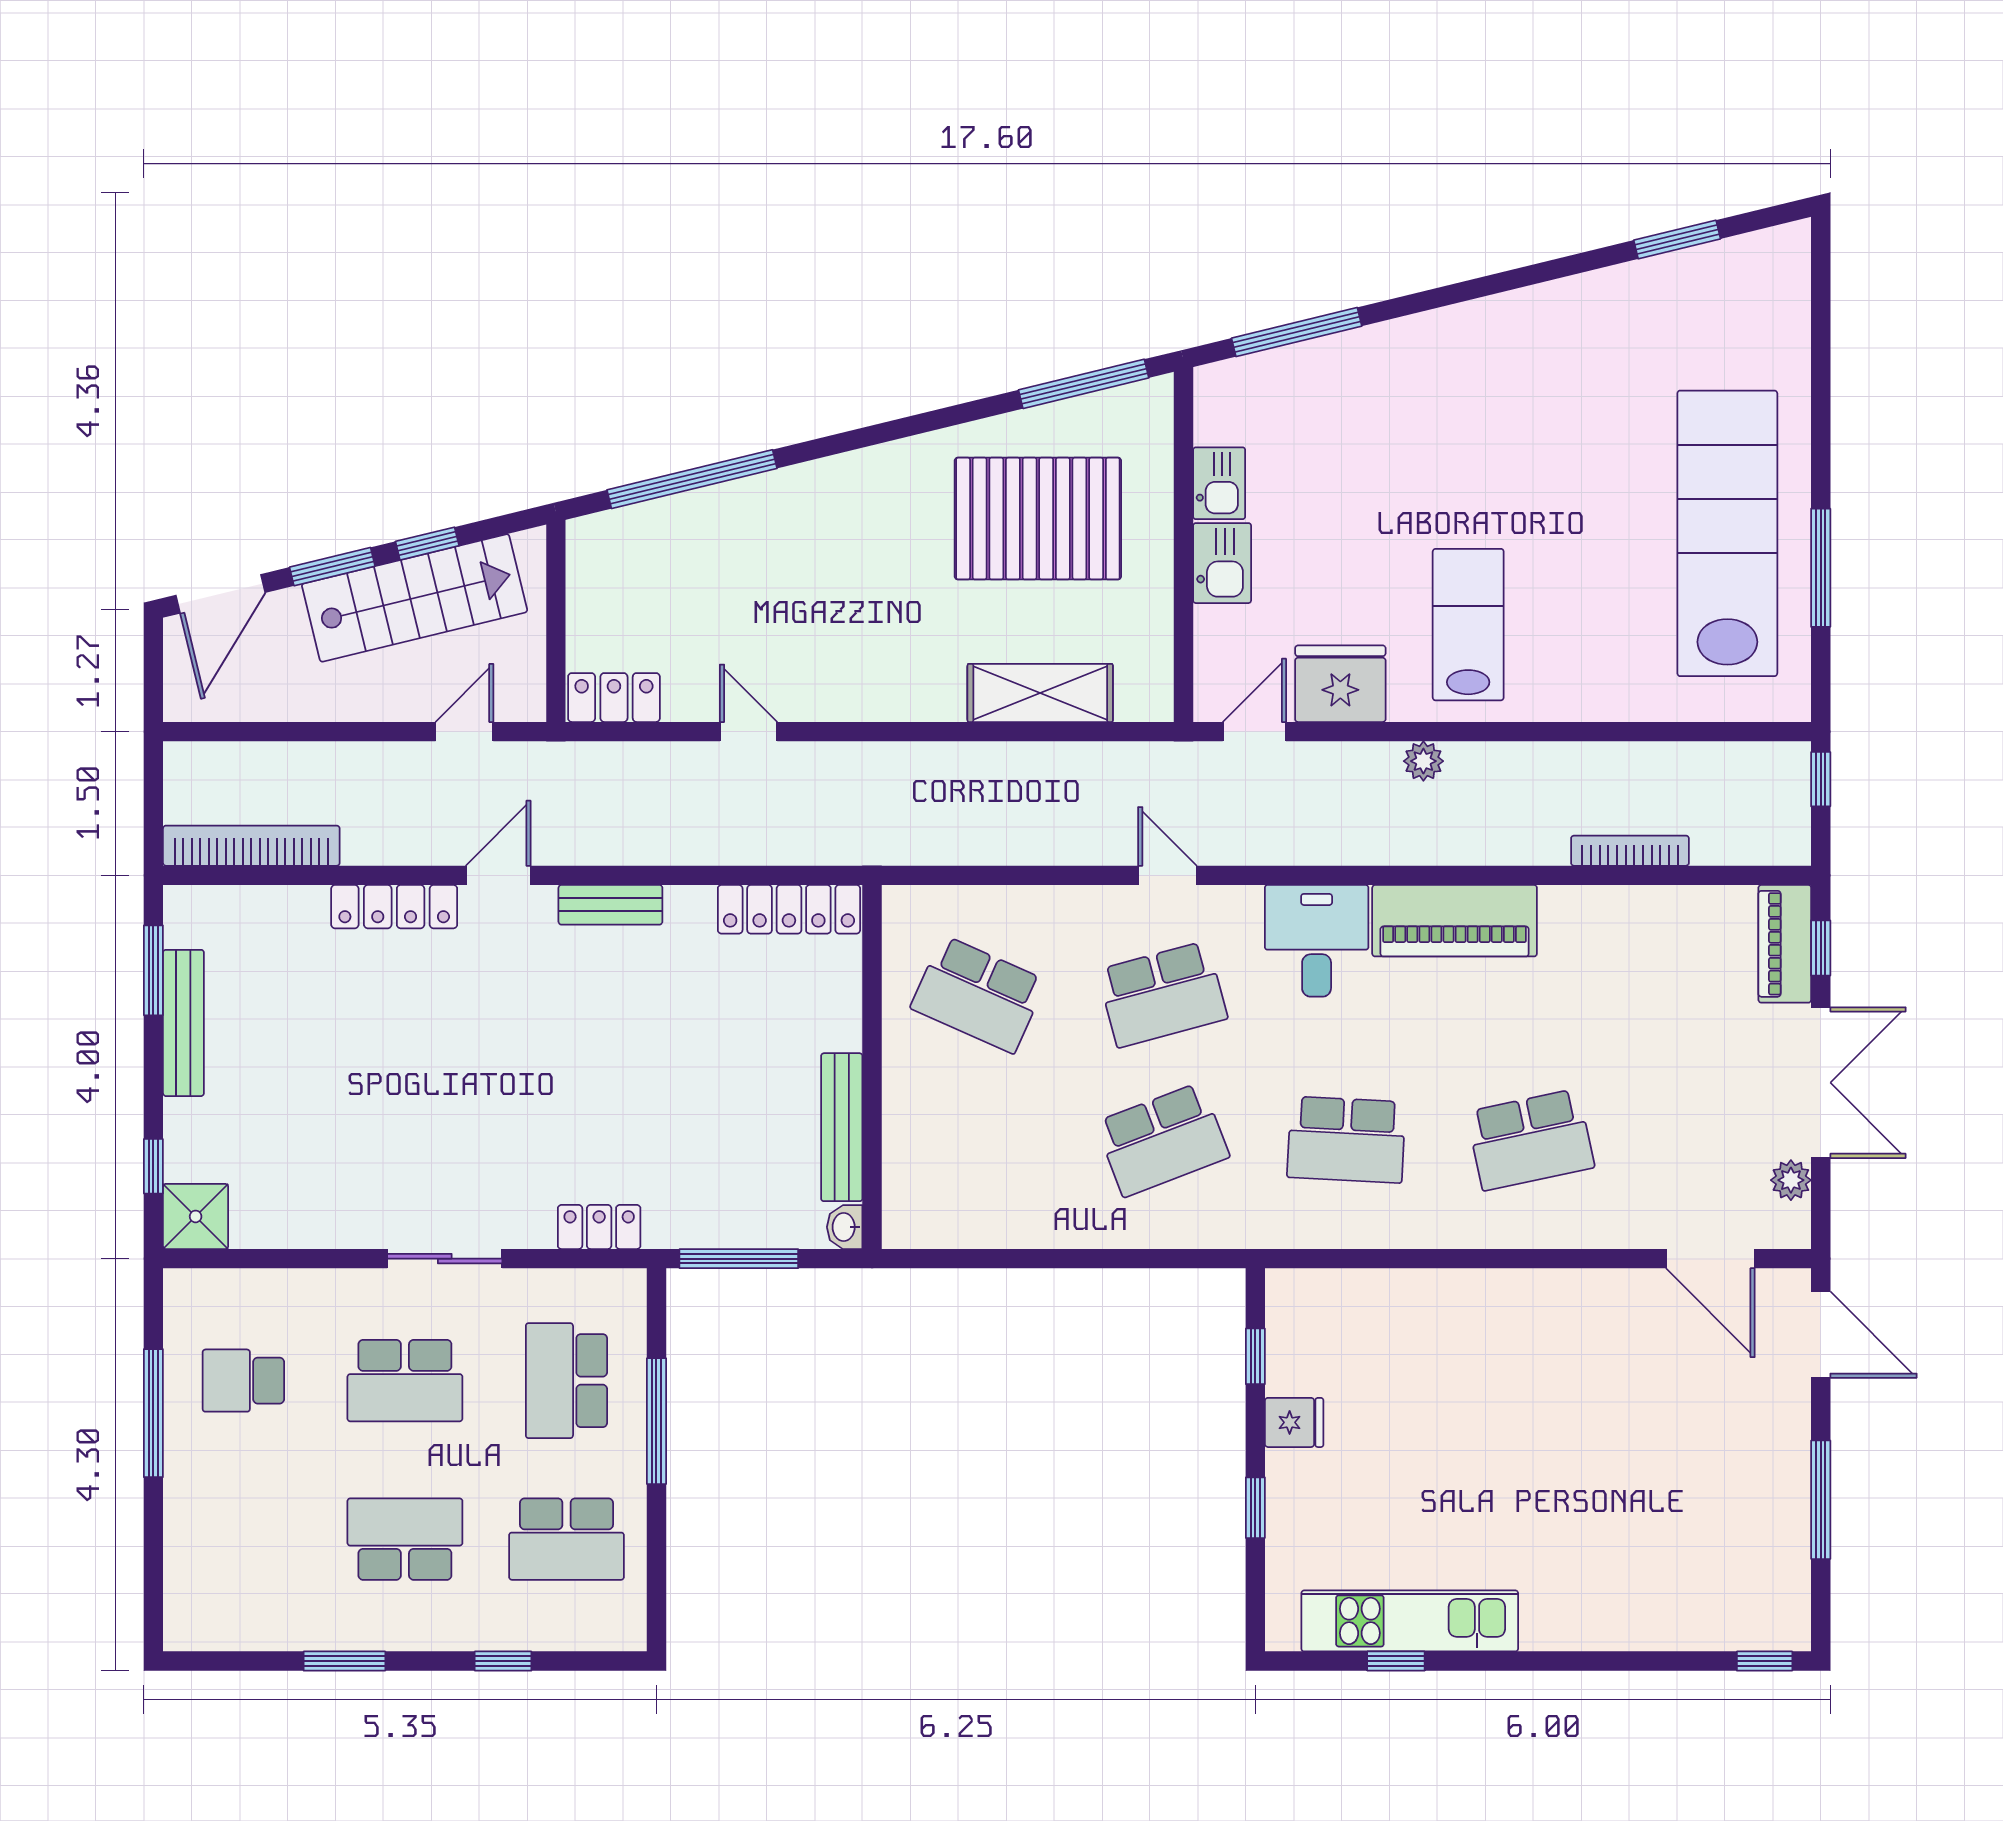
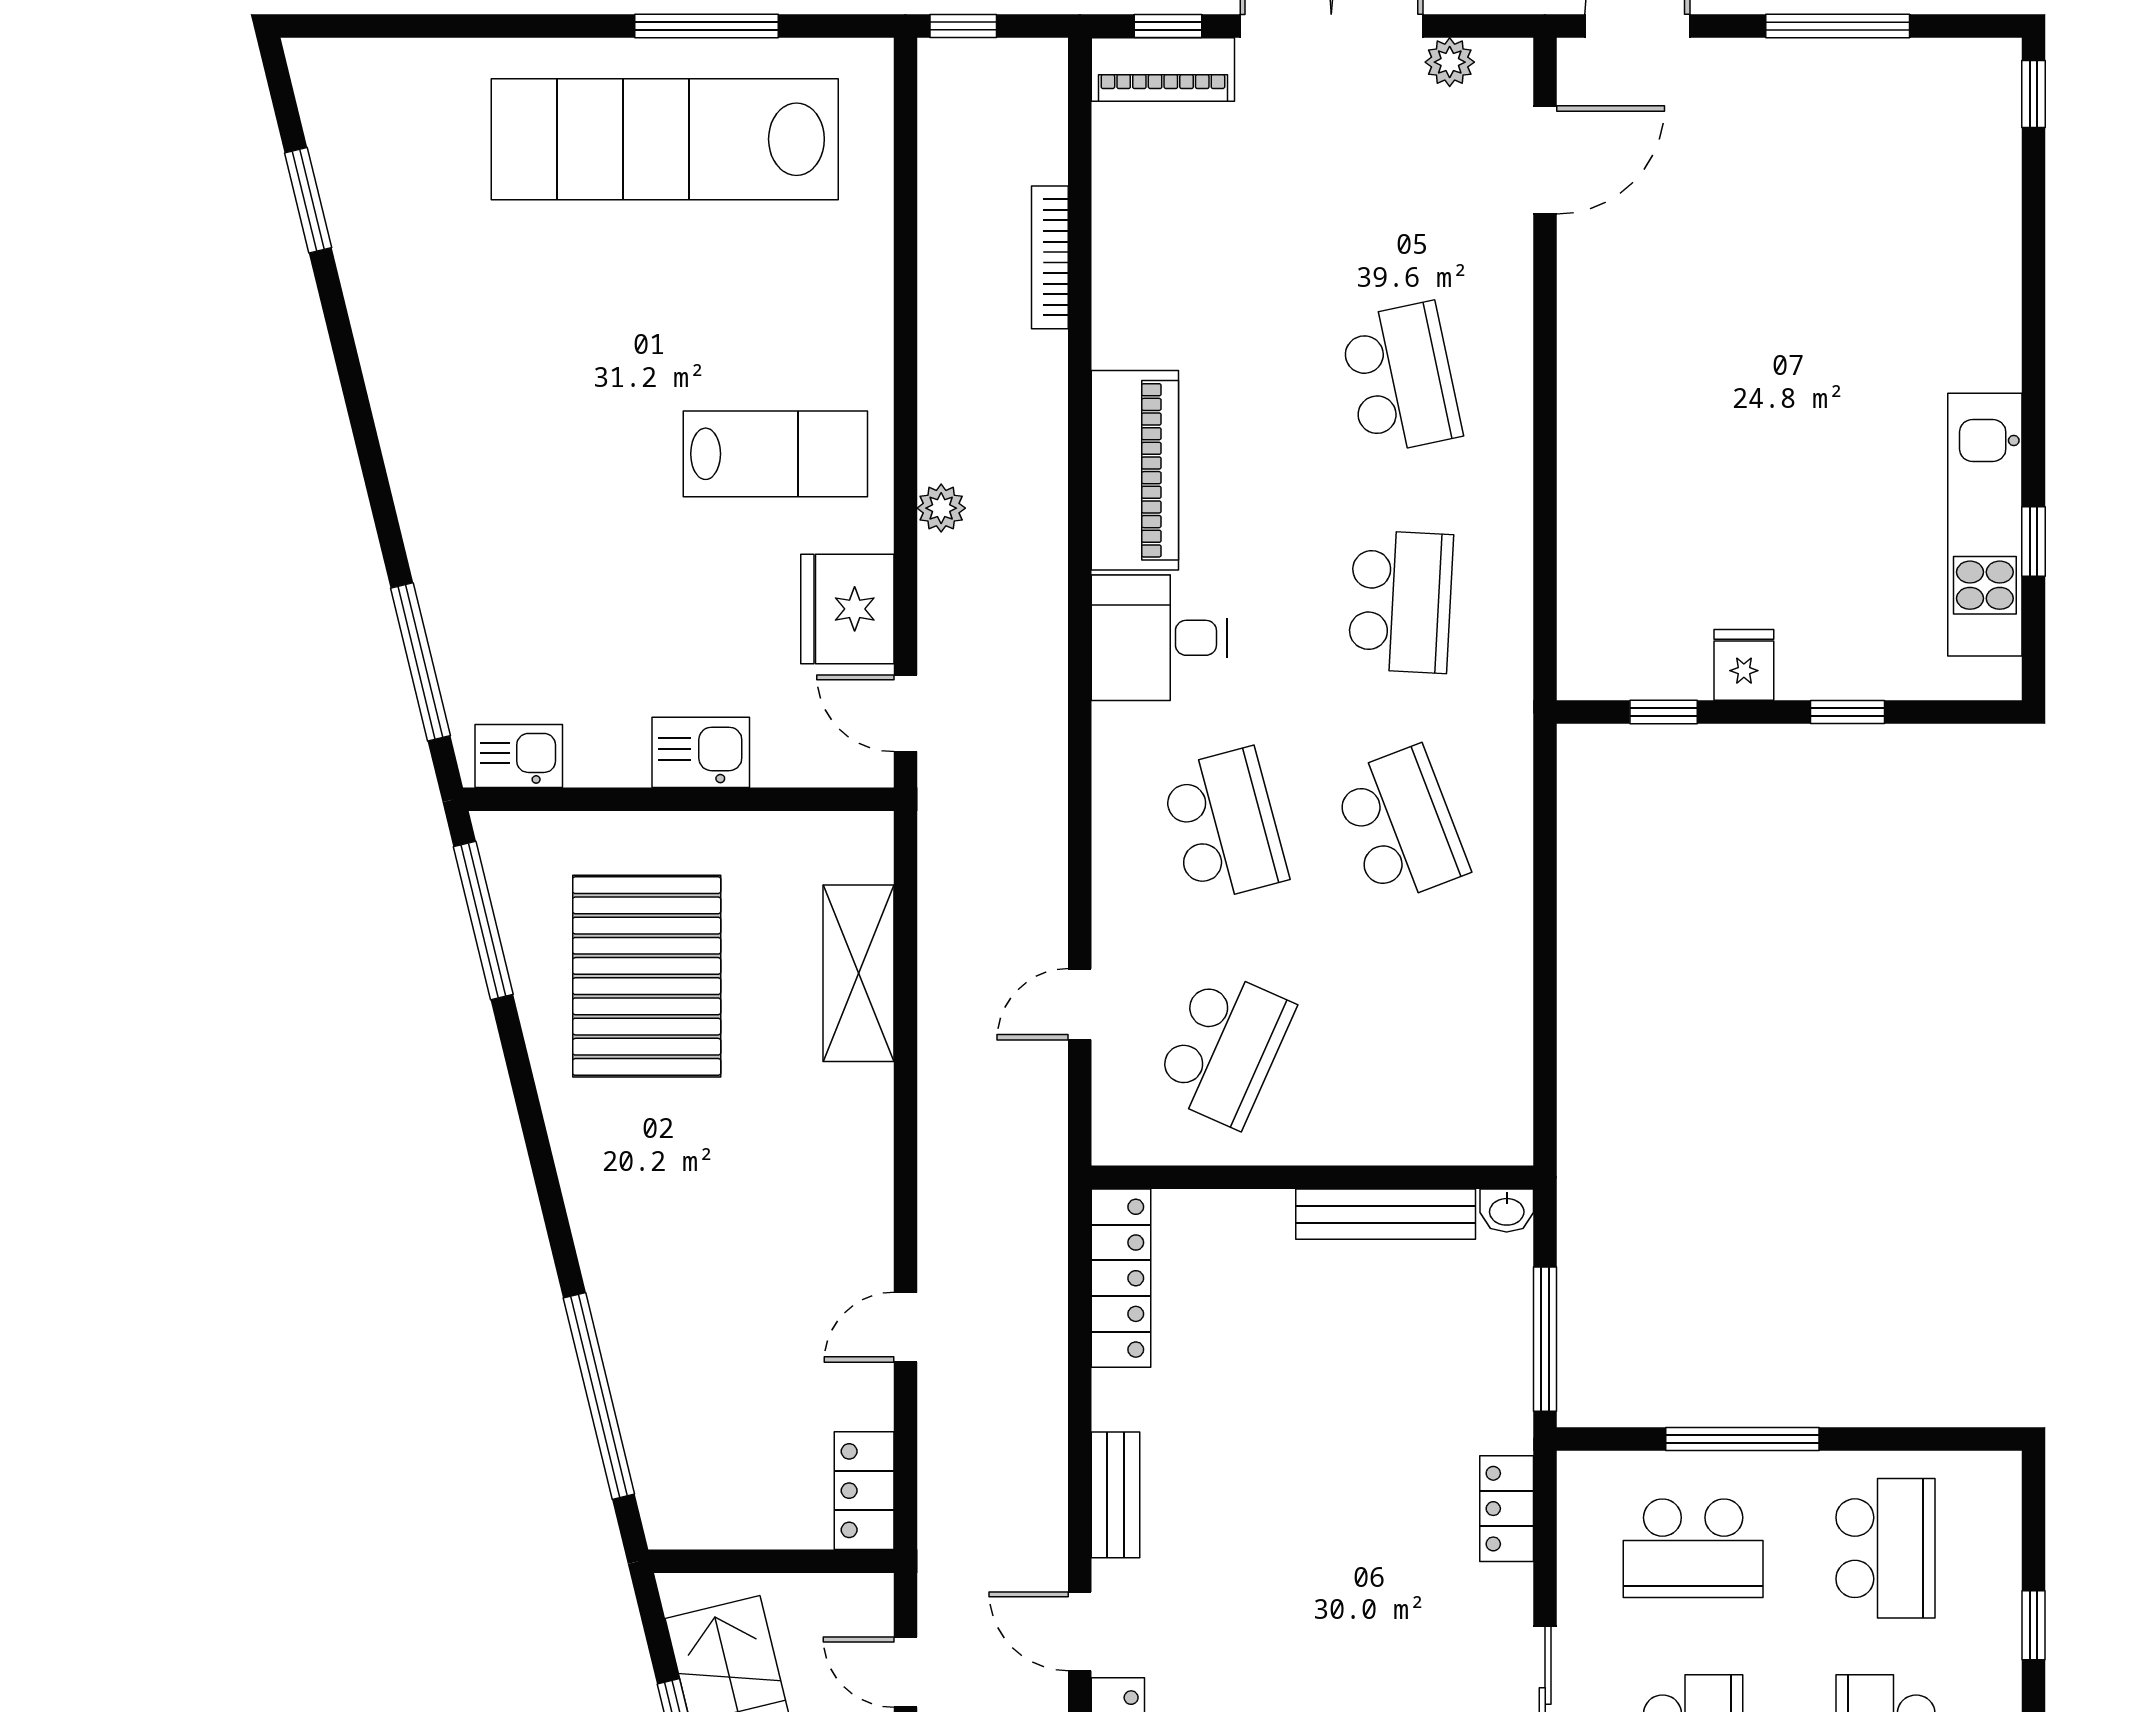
kitchen sink: (1219, 483) -> (519, 756), moved
lab bench: (1468, 625) -> (775, 454), turned 180
door: (1167, 875) -> (1080, 1004), moved

